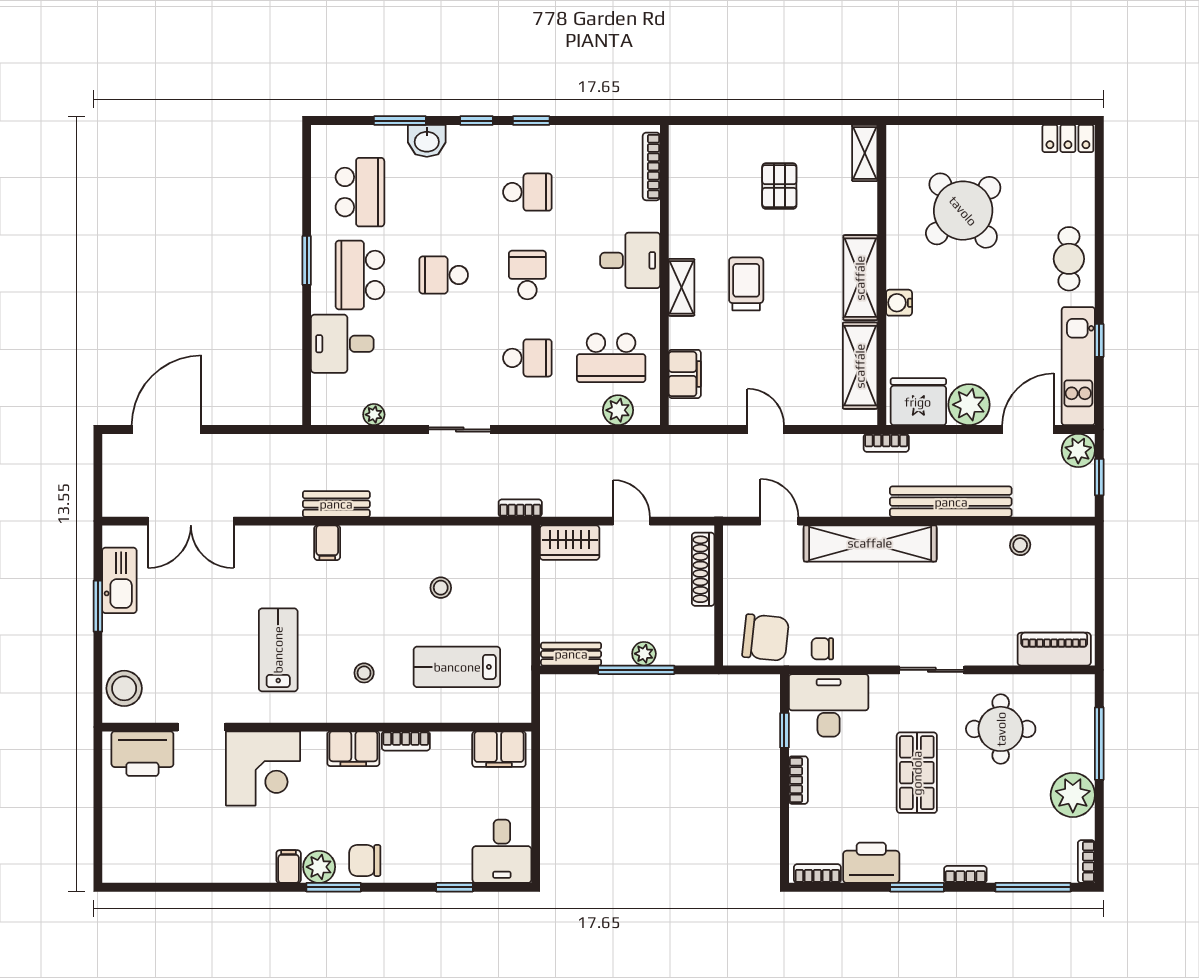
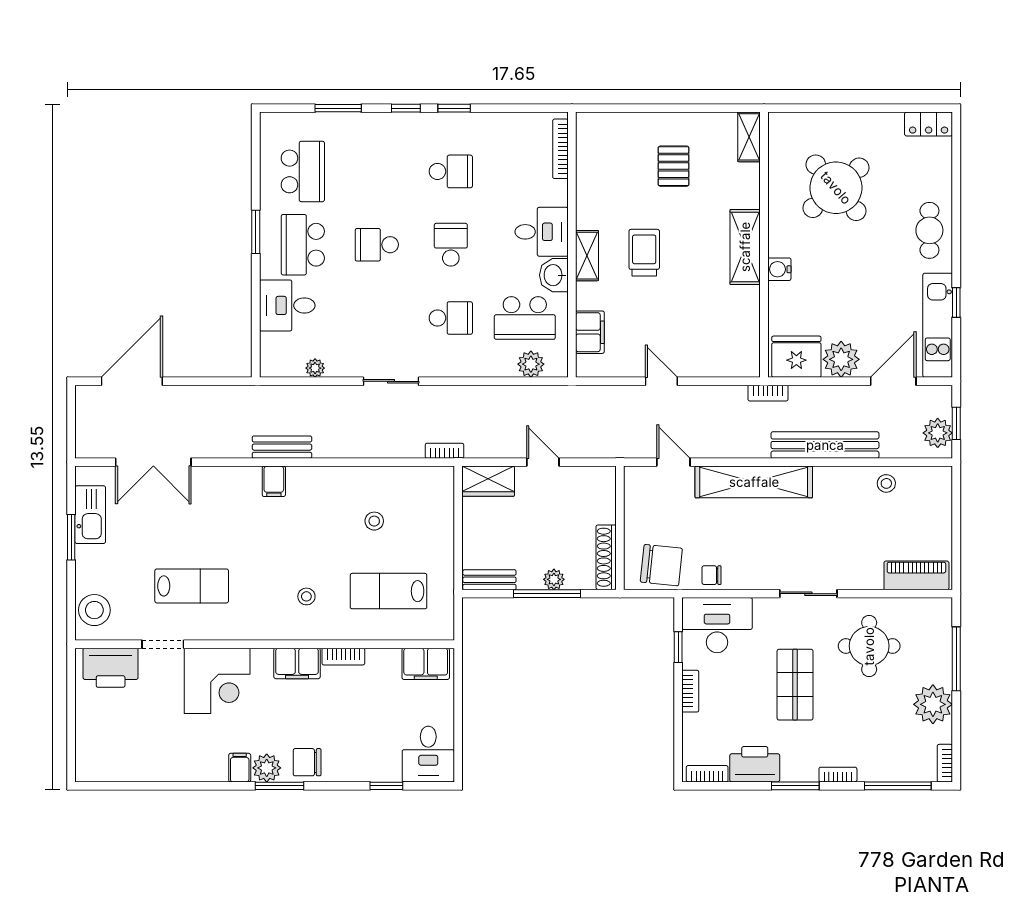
washbasin: (427, 141) -> (554, 275), moved, turned 90
shelving: (860, 366) -> (745, 325), removed
plant: (1078, 450) -> (938, 433), moved
shoe rack: (703, 569) -> (606, 557), moved
lab bench: (278, 650) -> (192, 586), moved, turned 90

